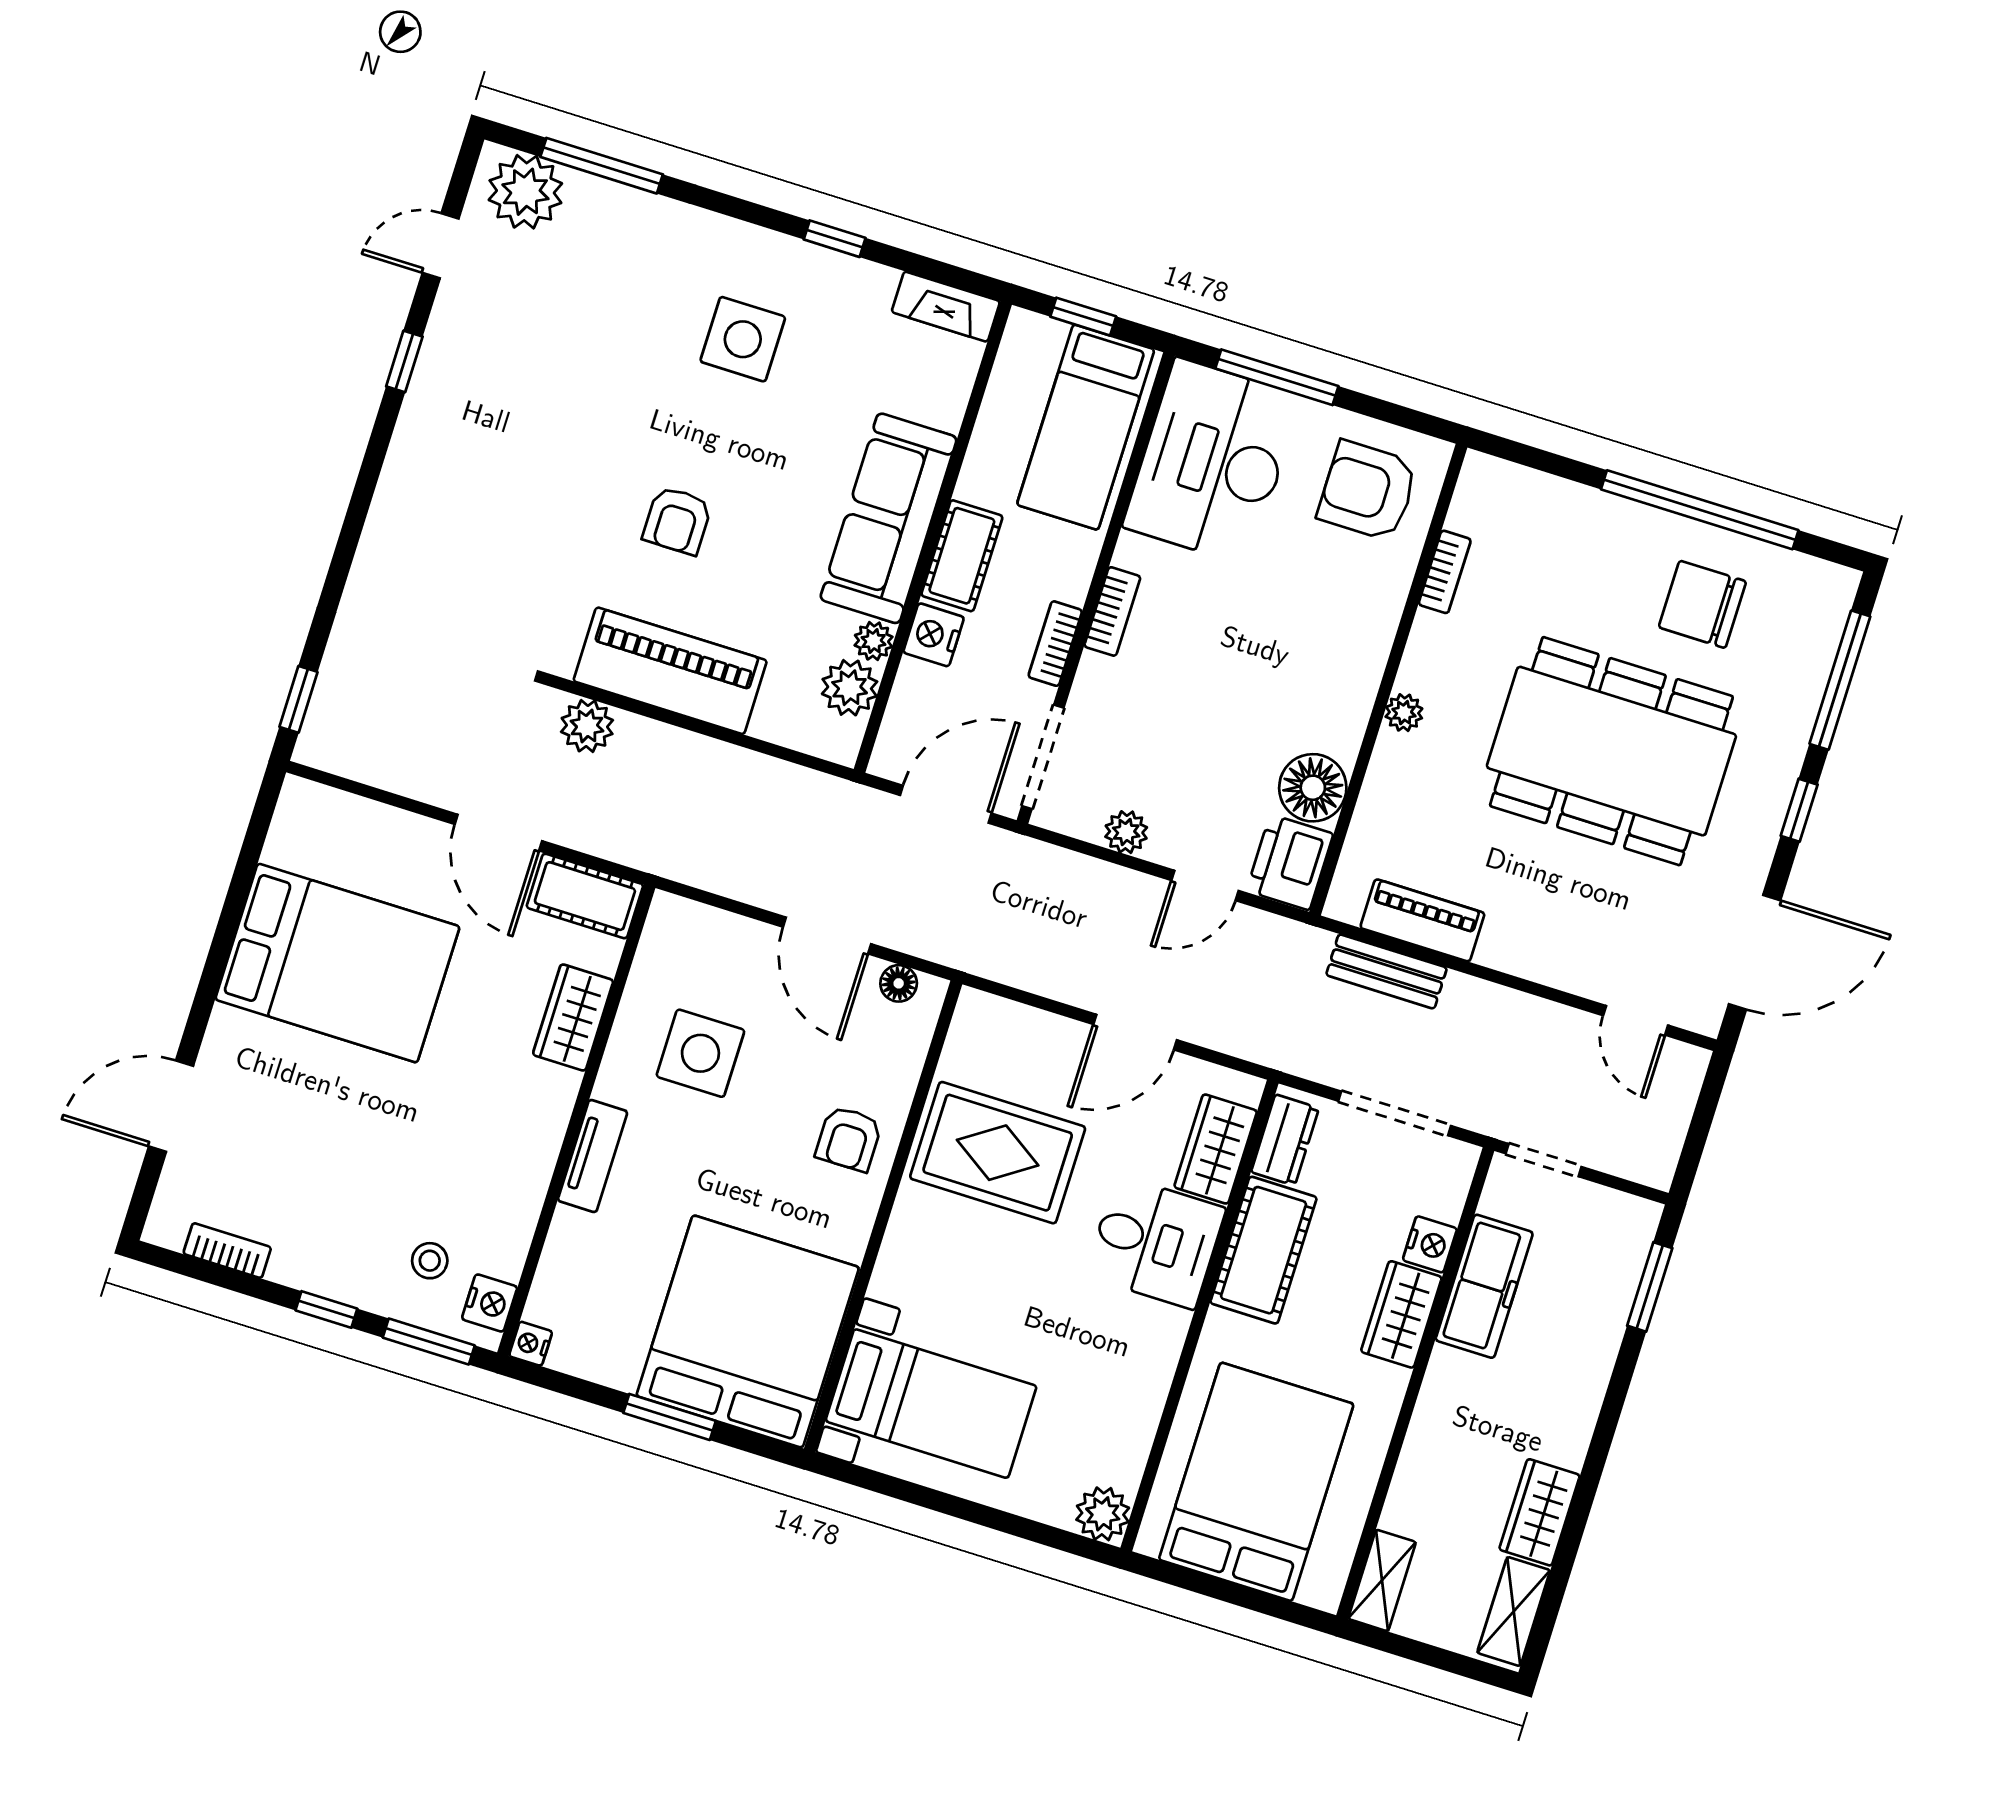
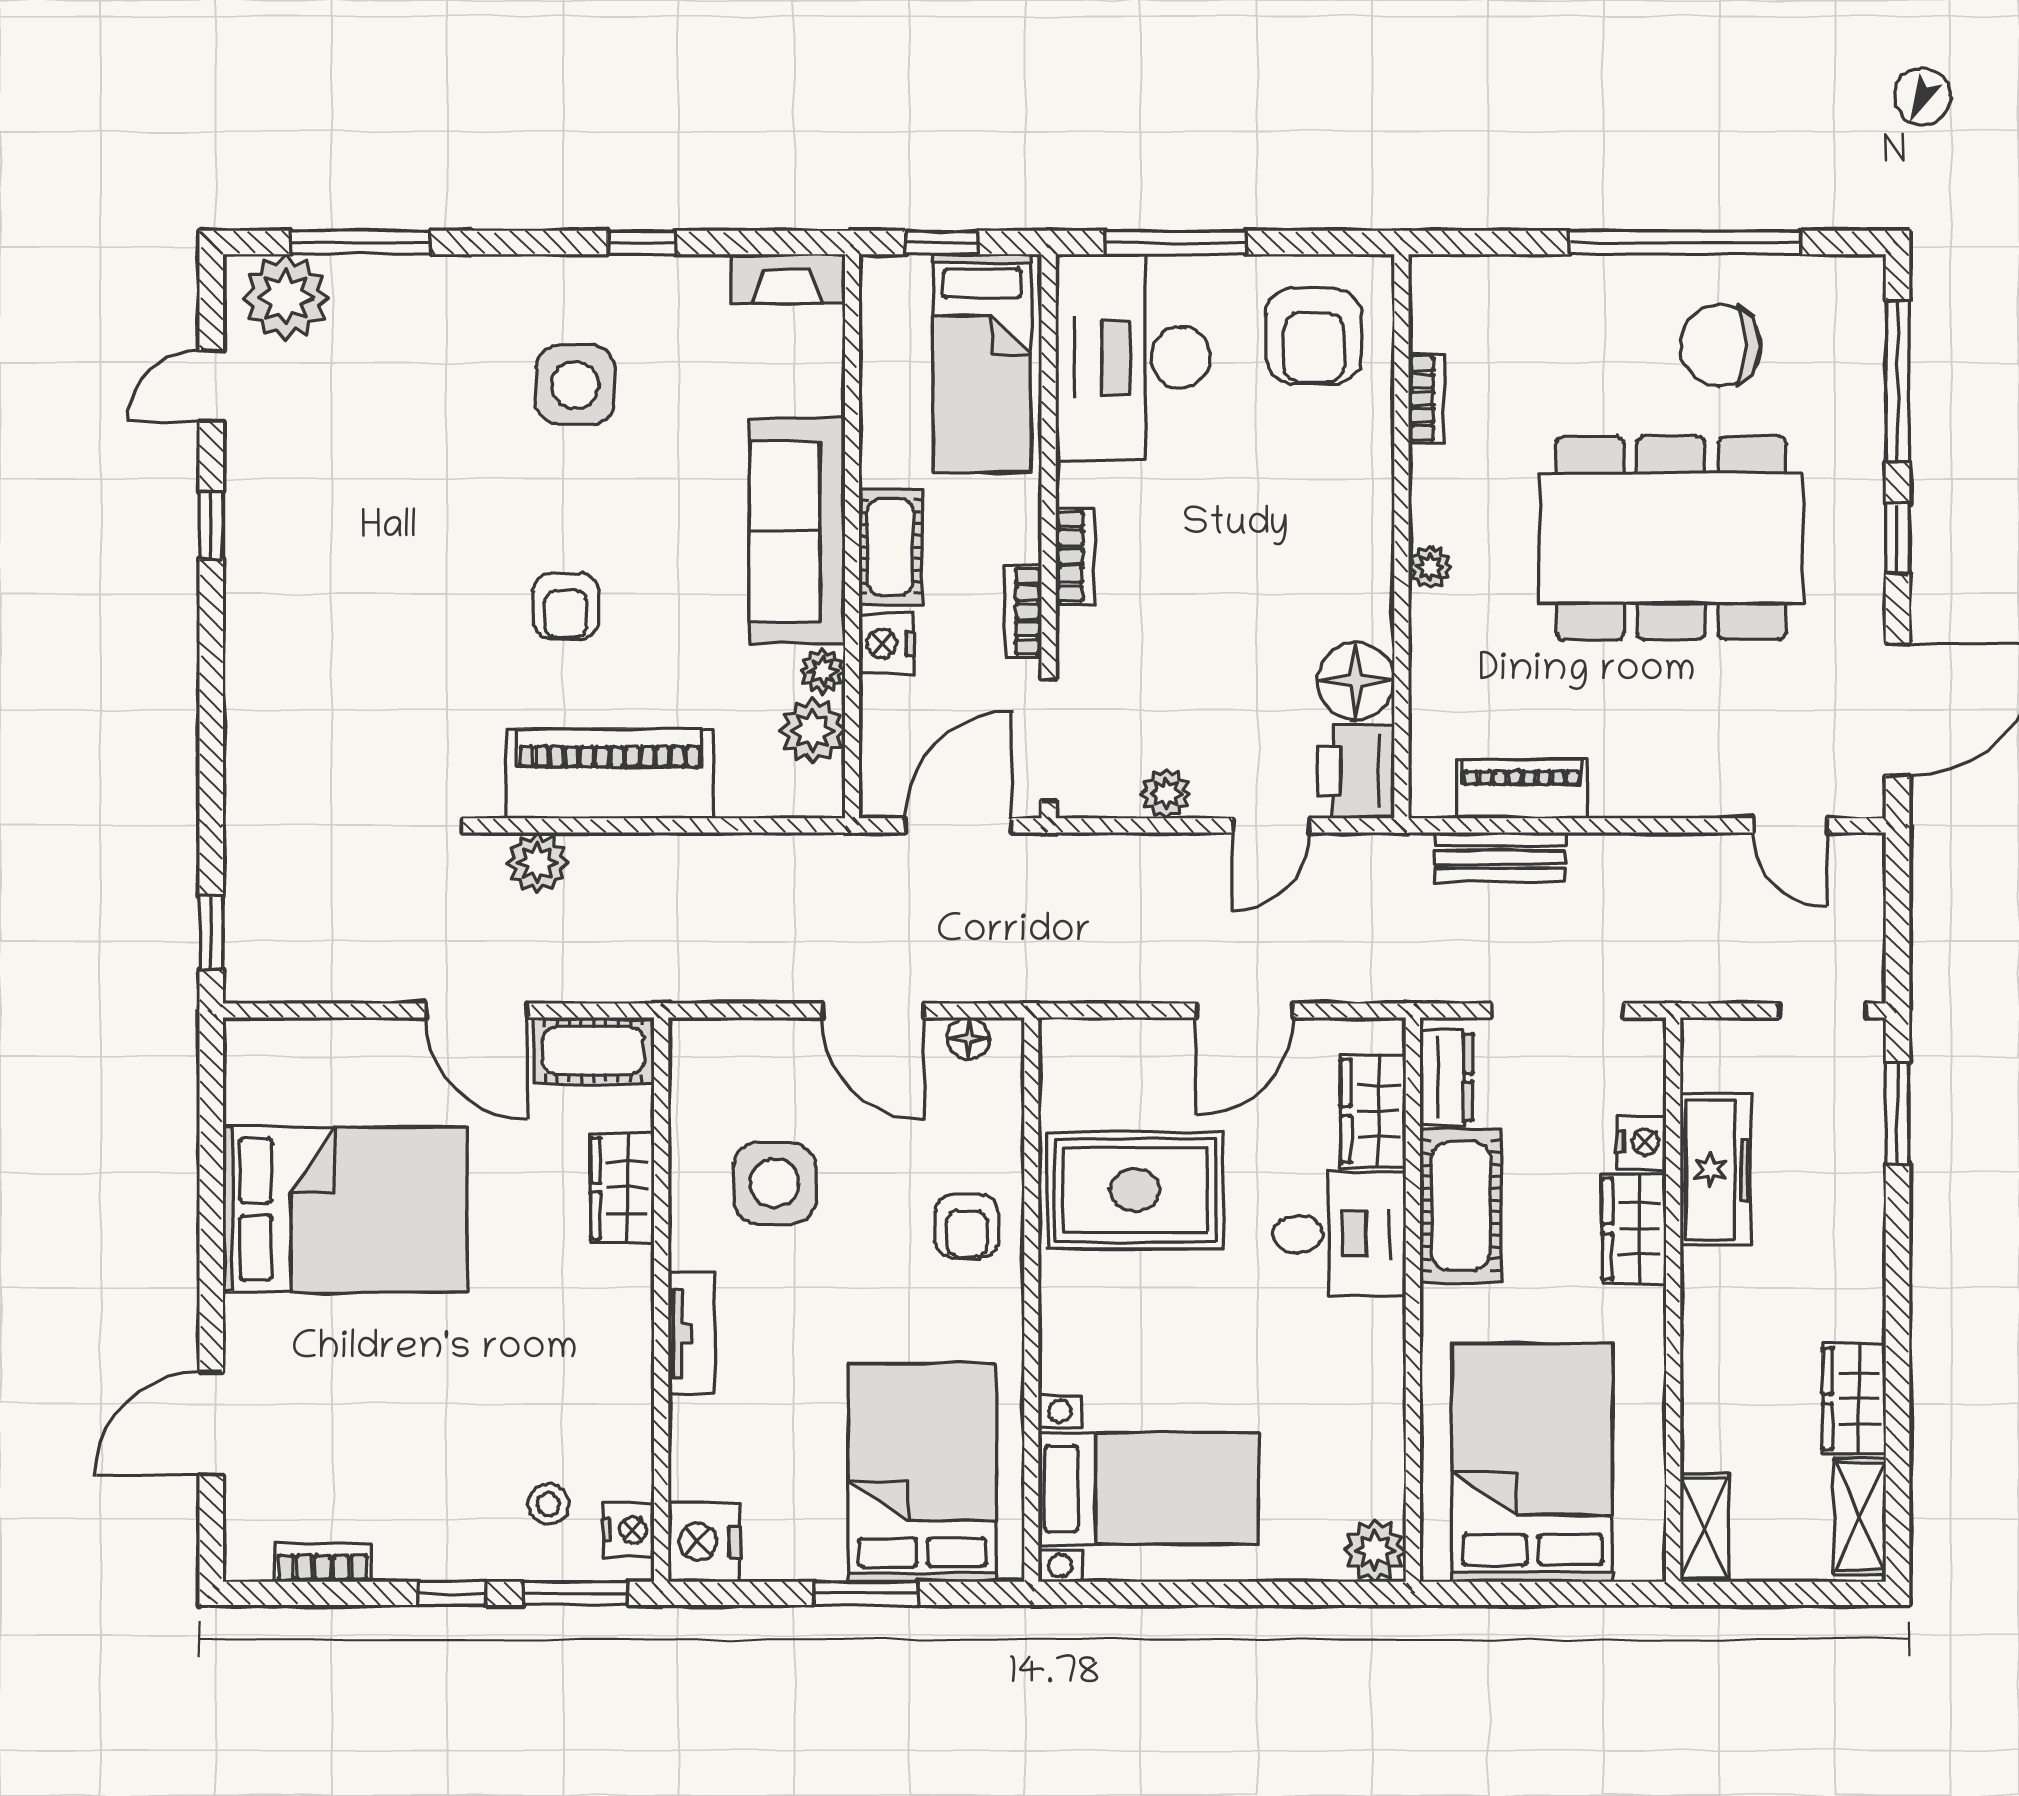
armchair: (1368, 491) -> (1314, 336), turned -90
doorway: (1544, 1160) -> (1823, 1010), moved
bed: (748, 1332) -> (922, 1473), width x0.73
nightstand: (531, 1344) -> (704, 1542), width x1.89, depth x1.79

